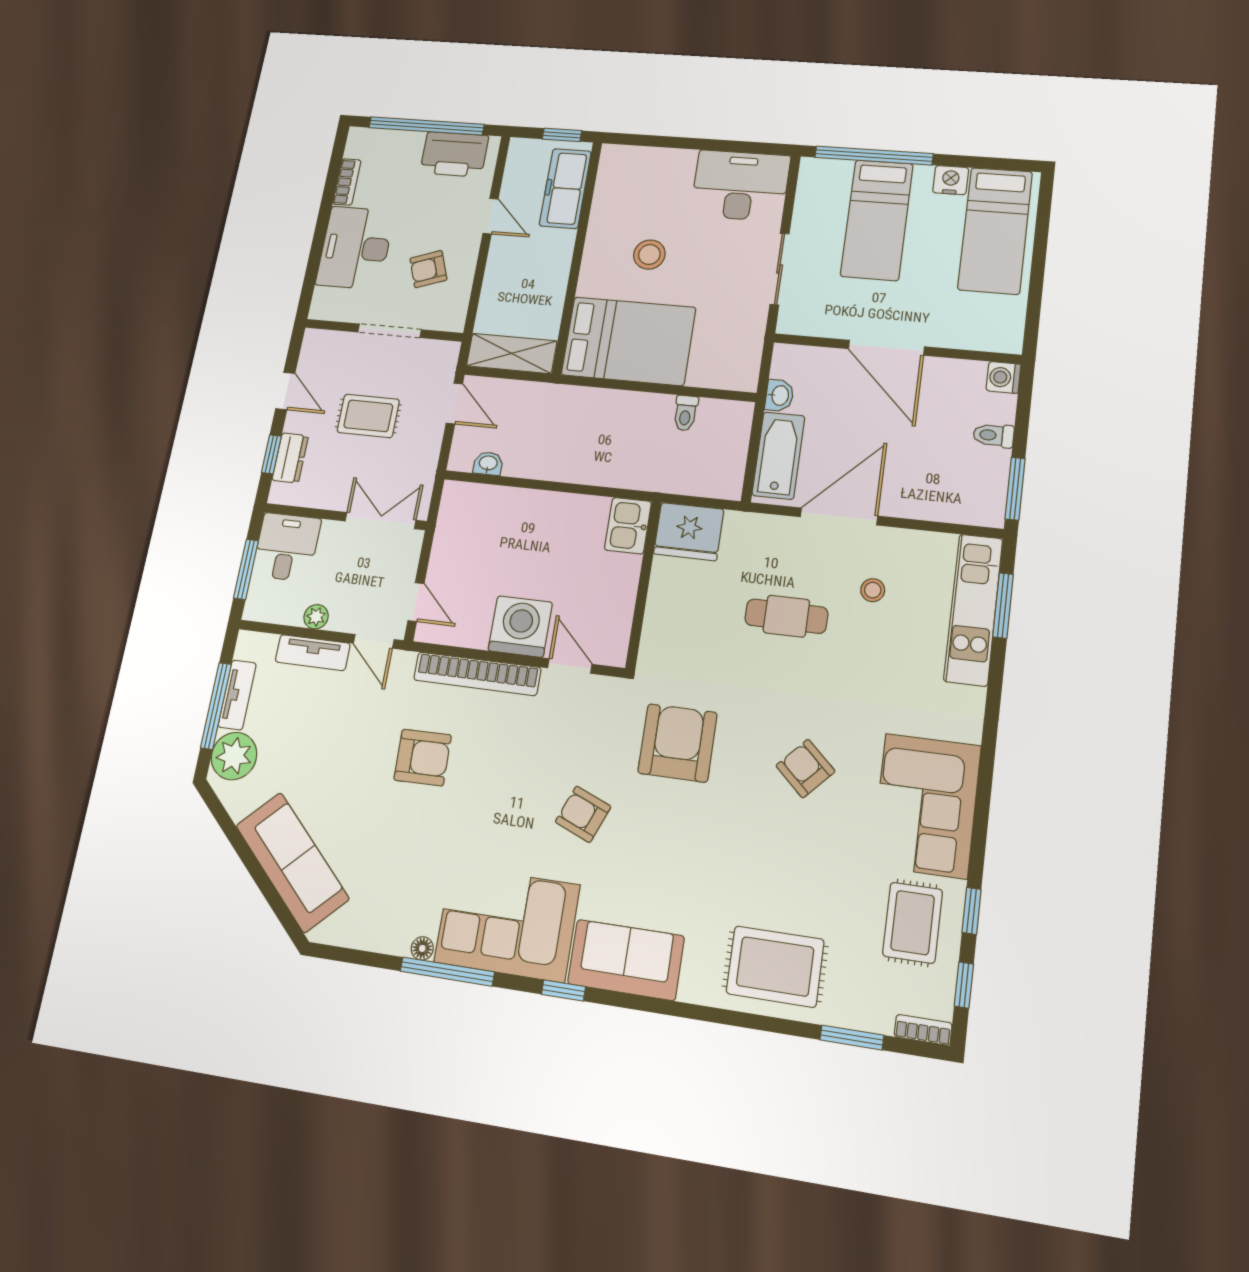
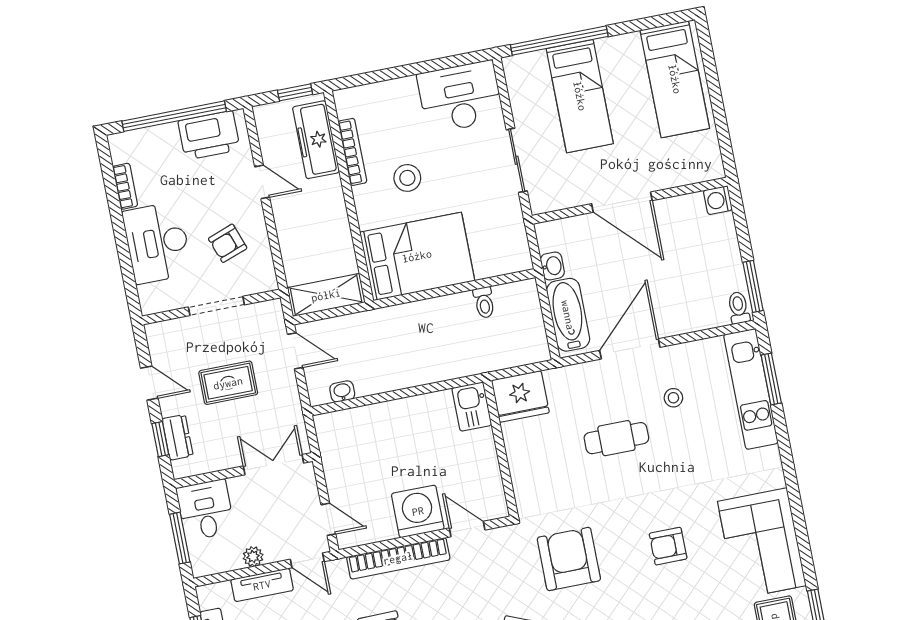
nightstand: (951, 180) -> (627, 45), removed
bookcase: (600, 211) -> (352, 152), added
toilet: (994, 435) -> (739, 308), moved, turned 90
armchair: (805, 768) -> (668, 546), turned -43

